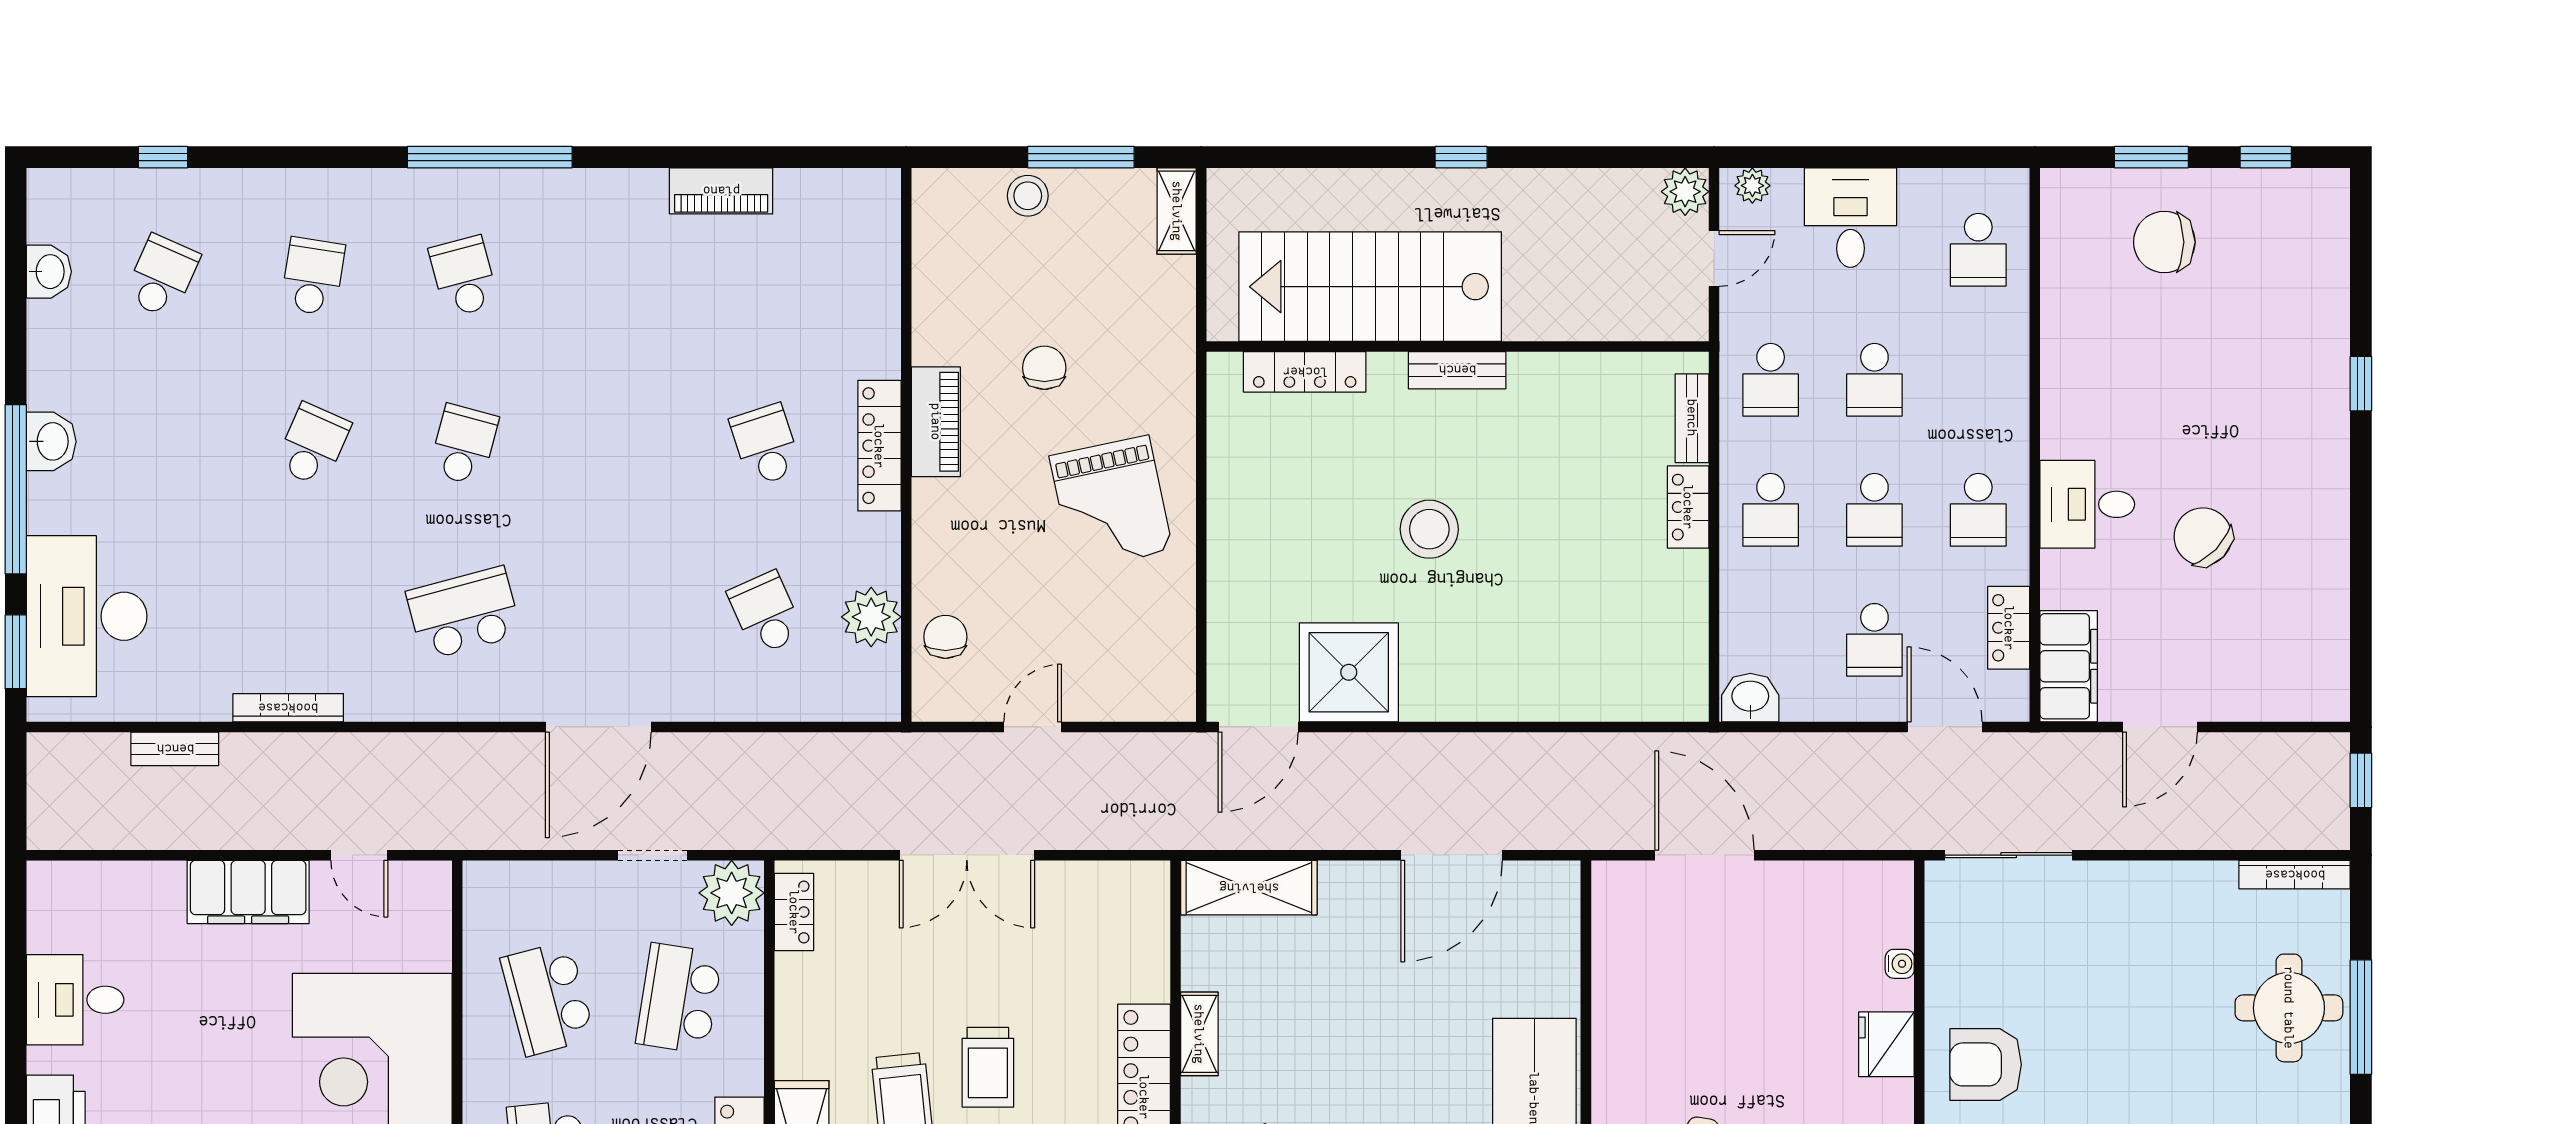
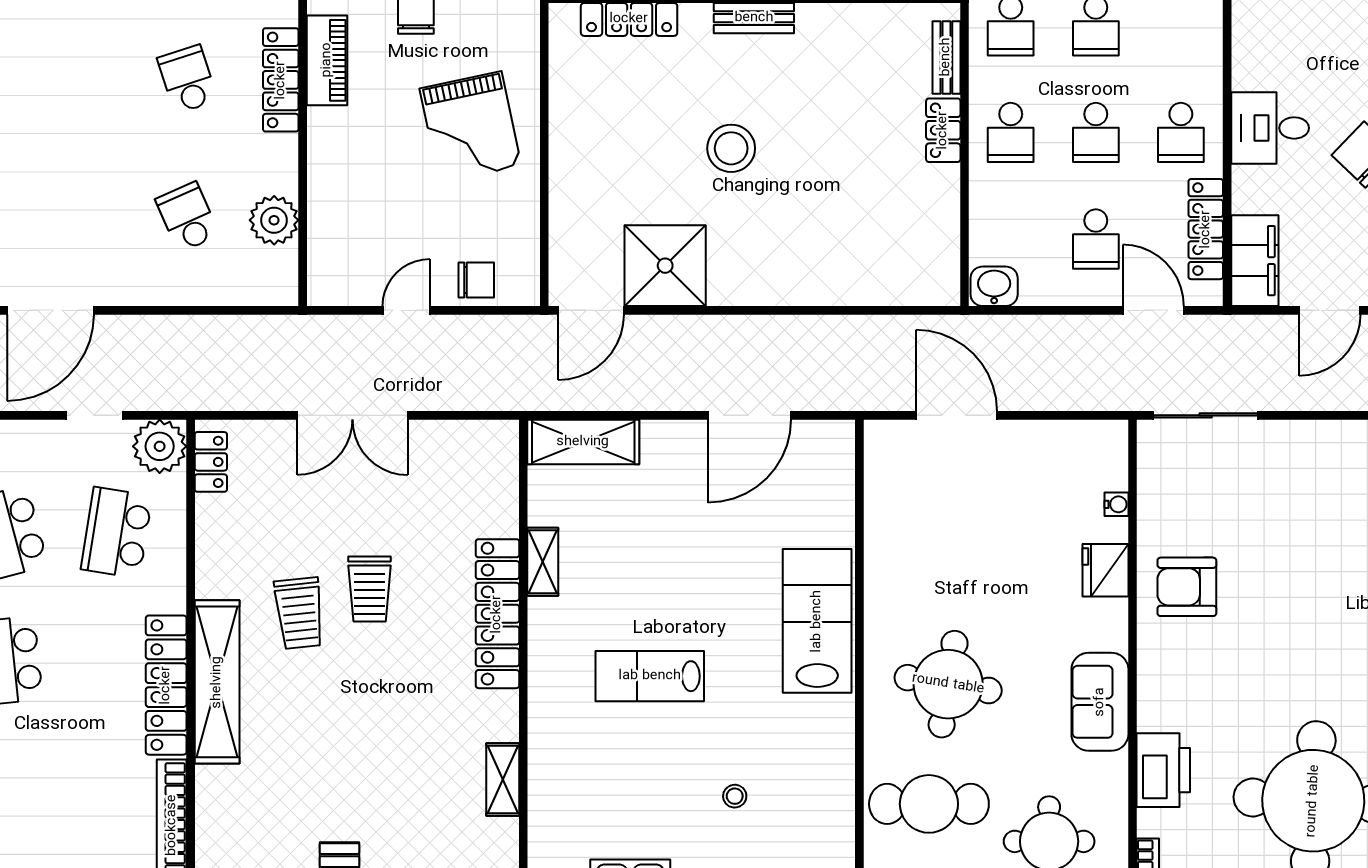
locker: (2009, 628) -> (1206, 229), width x1.53
chair: (945, 637) -> (476, 280), moved, turned 90

